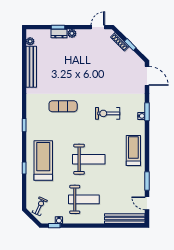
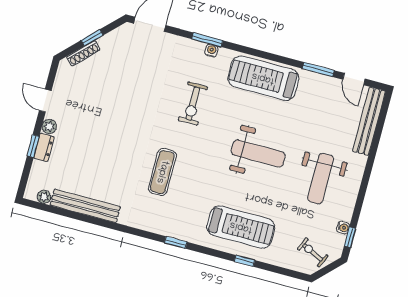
door: (98, 27) -> (45, 101), moved
treadmill: (133, 150) -> (263, 78), width x1.37, depth x1.38
weight bench: (89, 159) -> (258, 153), turned 90
treadmill: (43, 161) -> (241, 227), turned 180
weight bench: (84, 199) -> (321, 179), turned 180
door: (147, 203) -> (354, 79), hinge flipped

